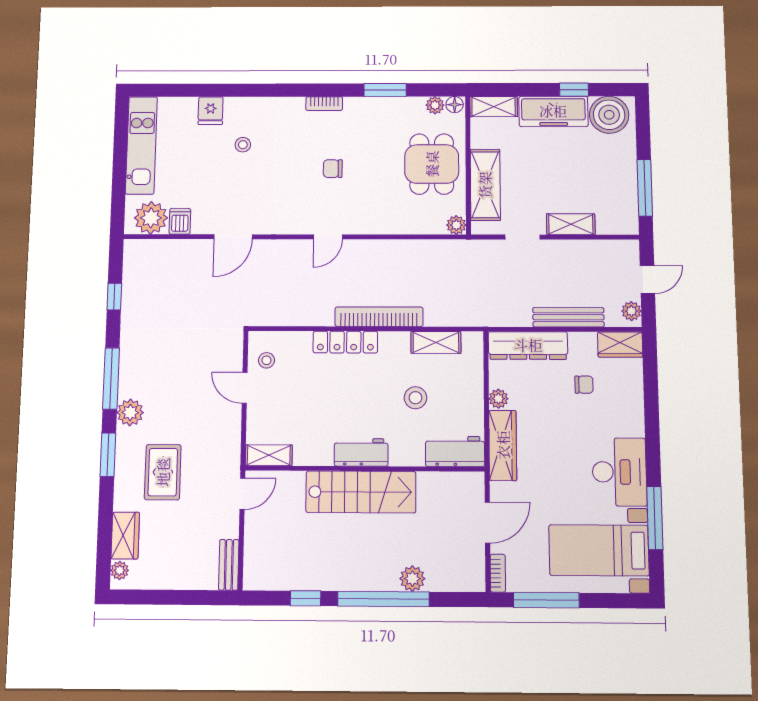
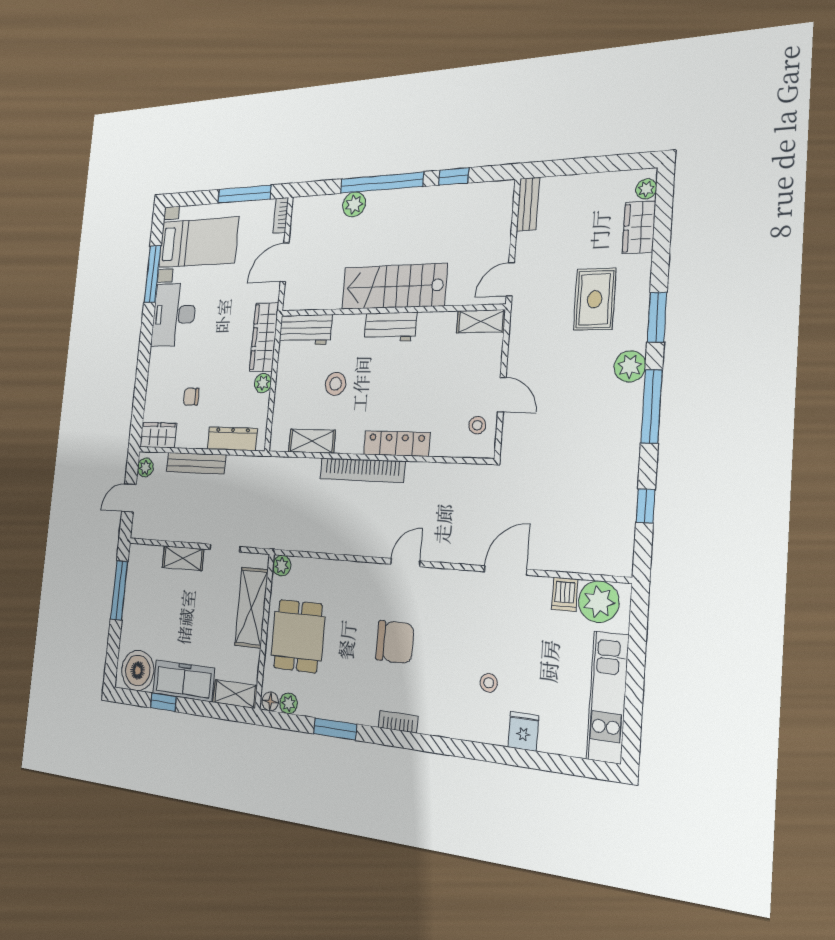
chair: (333, 169) -> (395, 642), width x1.87, depth x1.87
dresser: (528, 345) -> (232, 439), width x0.73, depth x0.80

